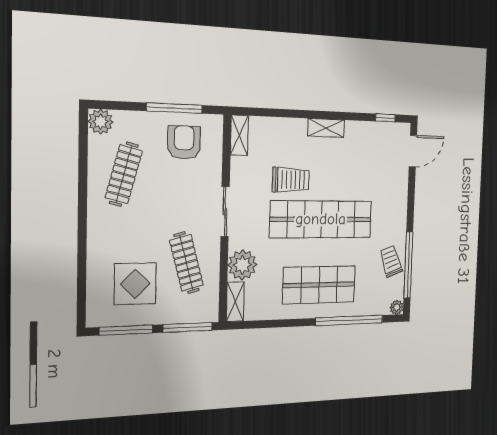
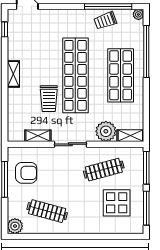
shelving: (239, 135) -> (38, 136), moved
armchair: (184, 143) -> (26, 173), turned 180
trolley: (291, 180) -> (49, 99), turned 180

